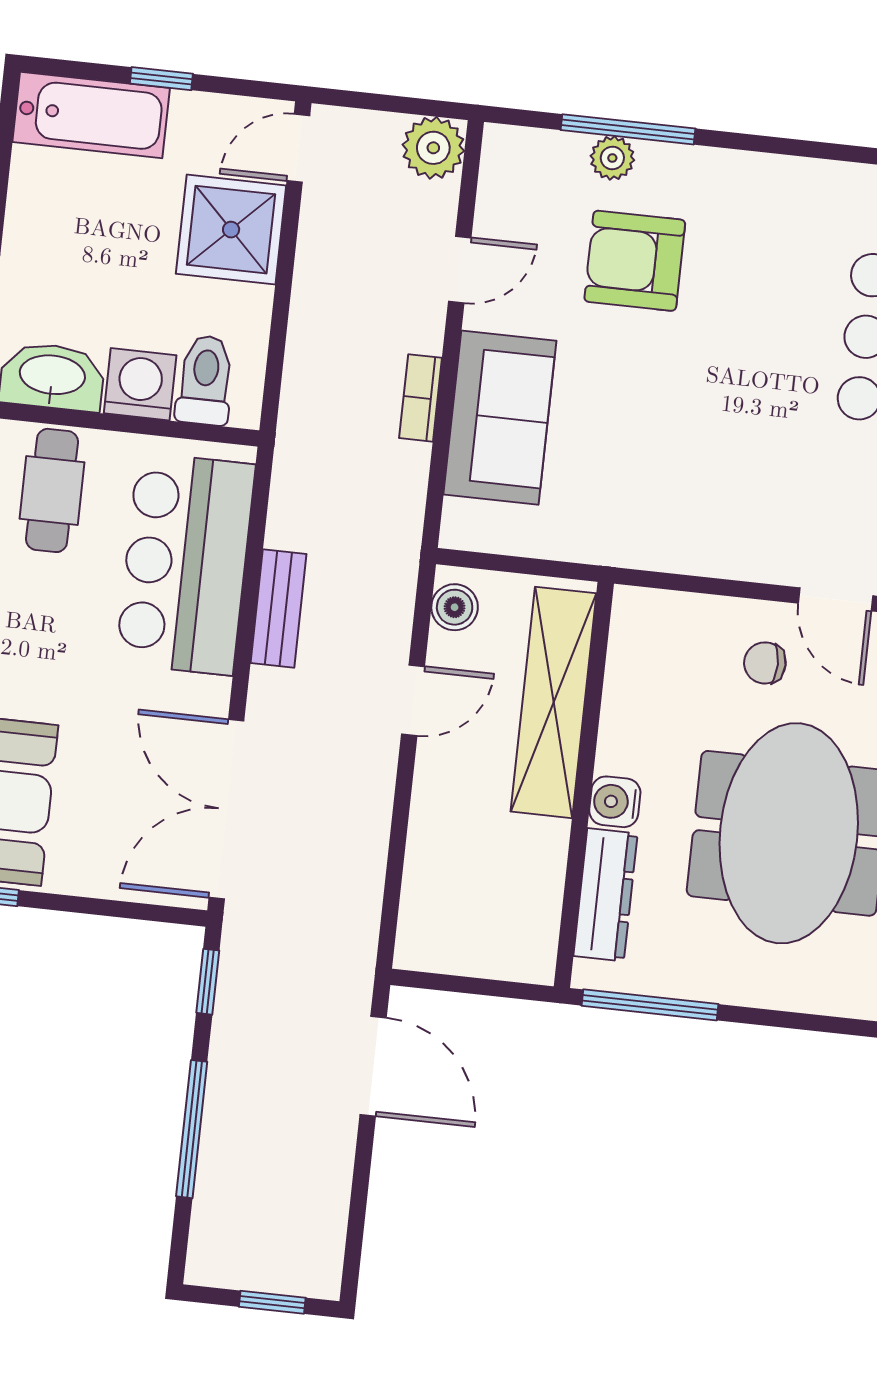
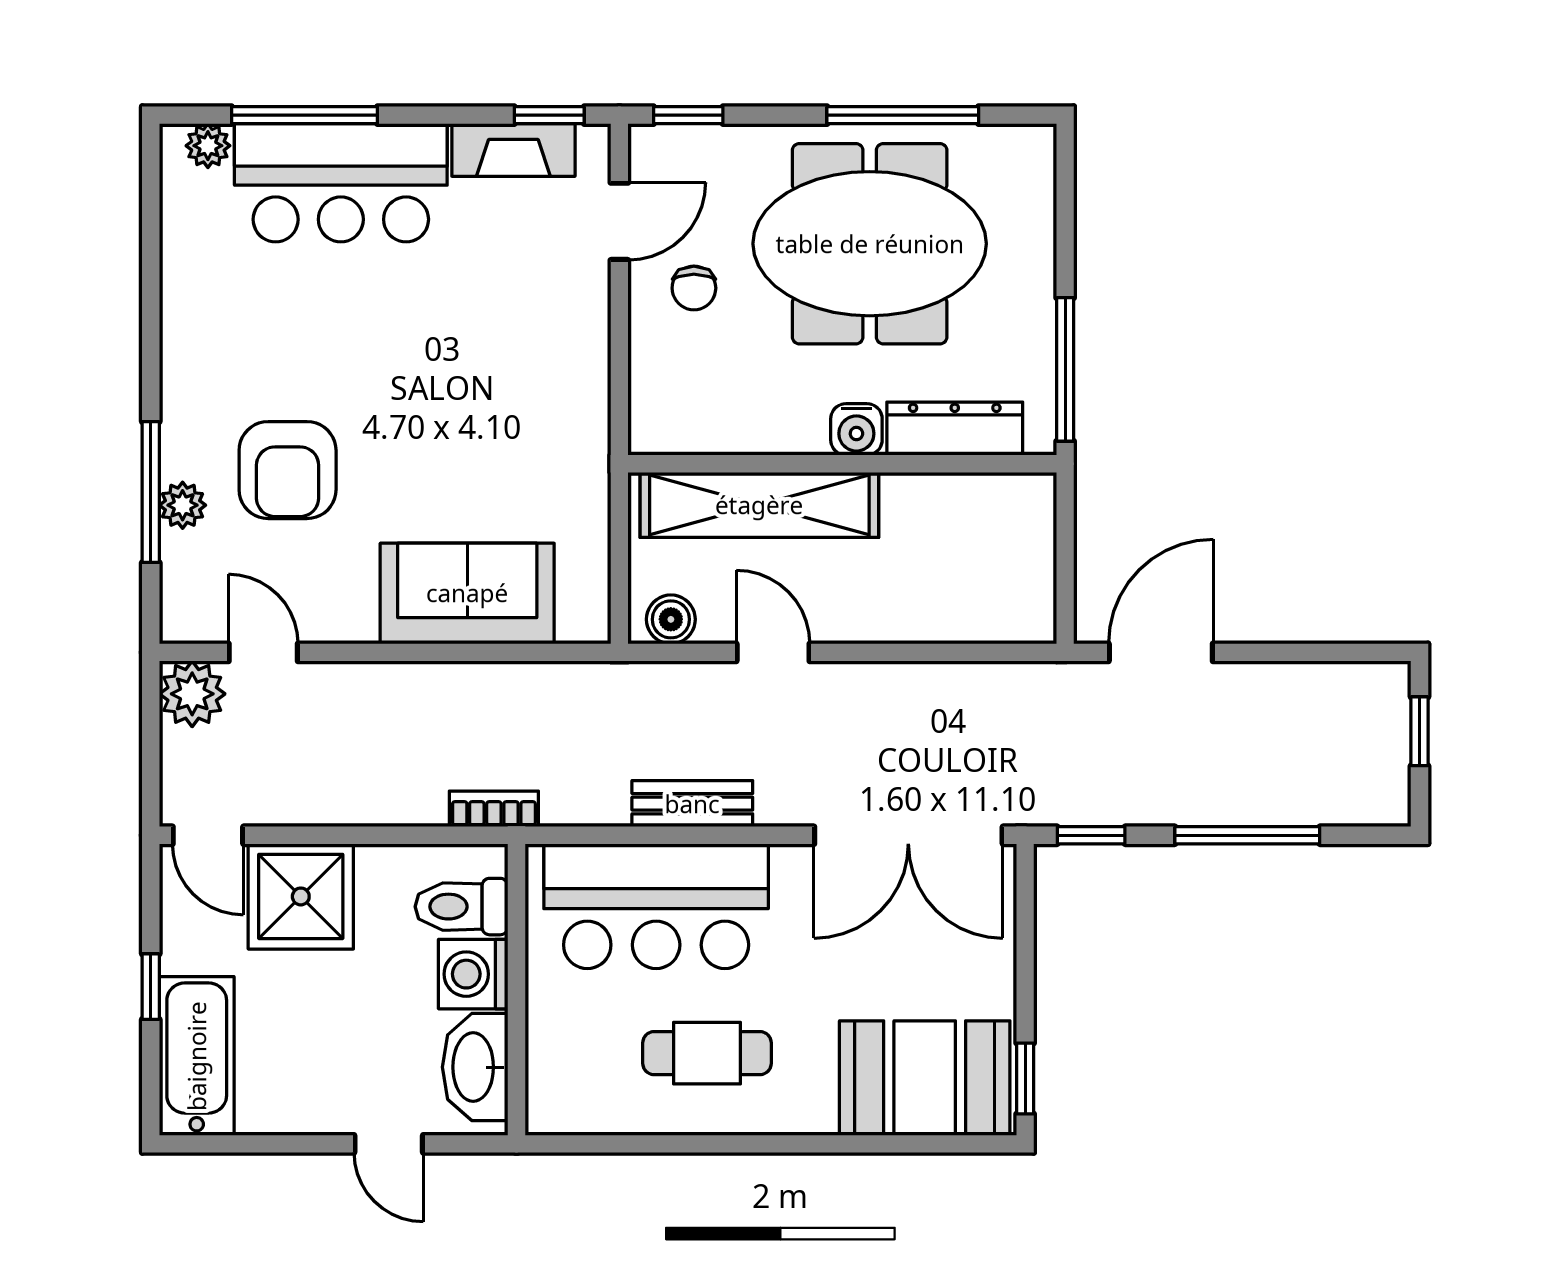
door: (460, 270) -> (263, 652), moved
bookcase: (421, 398) -> (494, 809), moved, turned 180
cafe table: (52, 490) -> (707, 1053), moved

